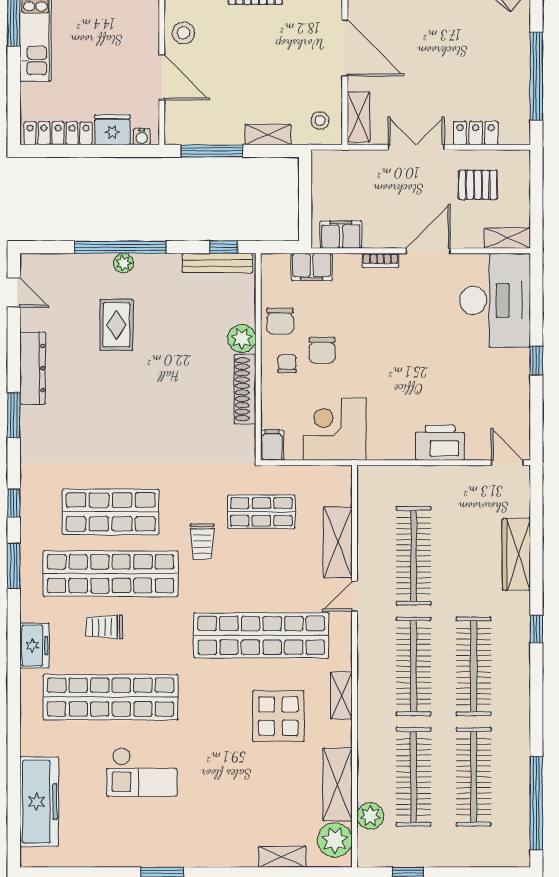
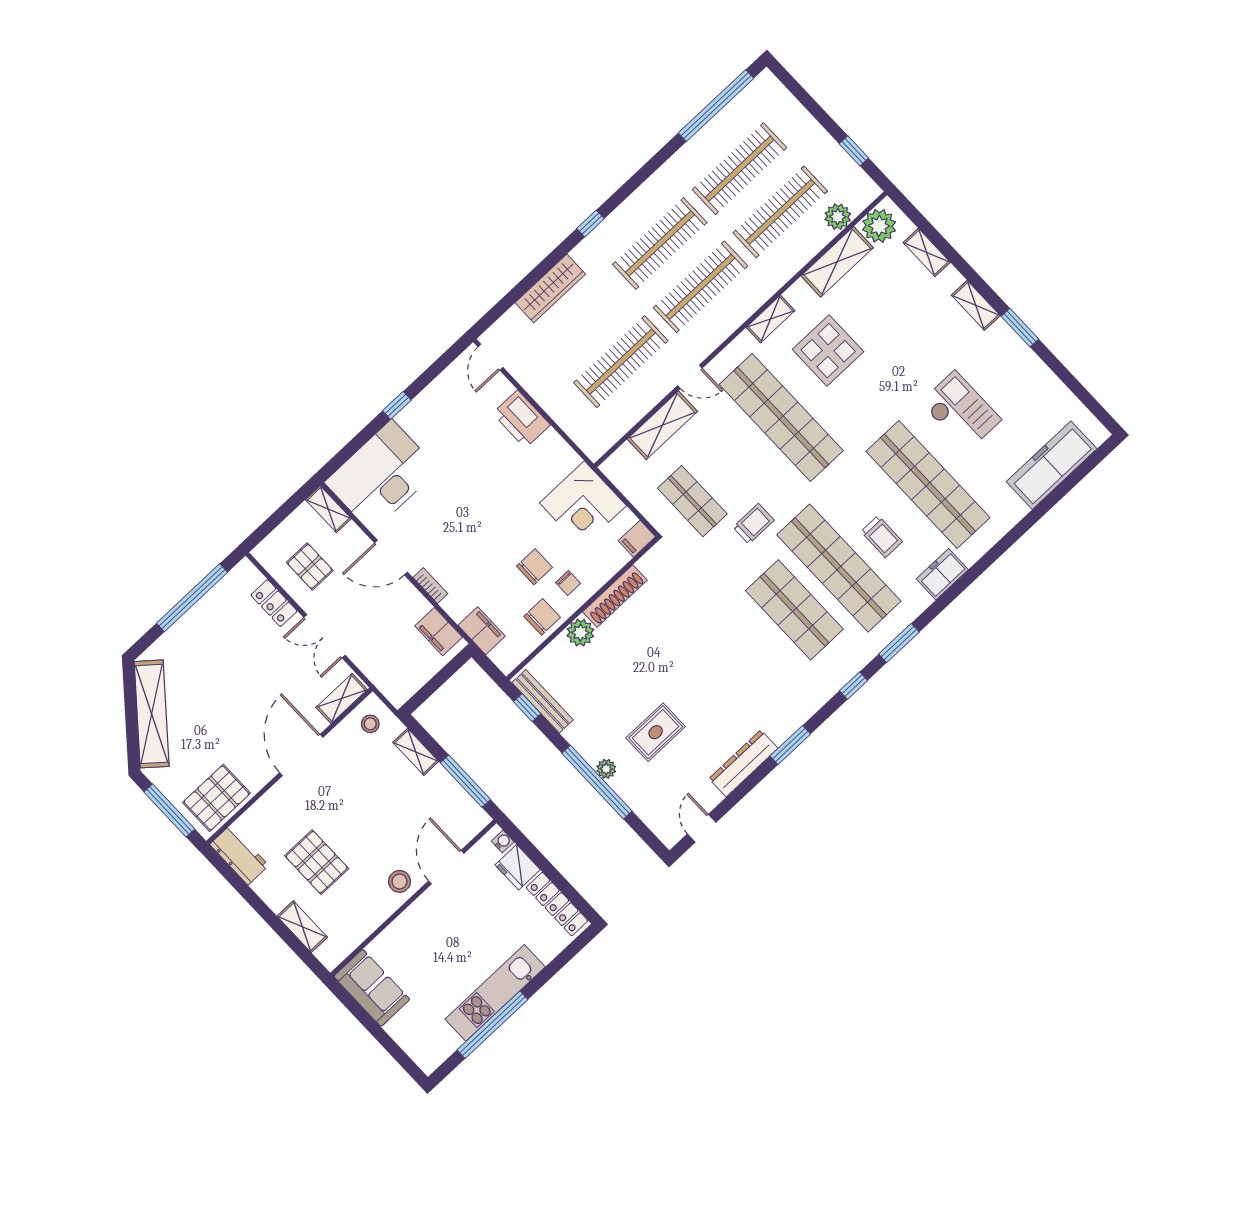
chair: (287, 364) -> (568, 583), turned -90
shelving: (209, 856) -> (976, 305), added

